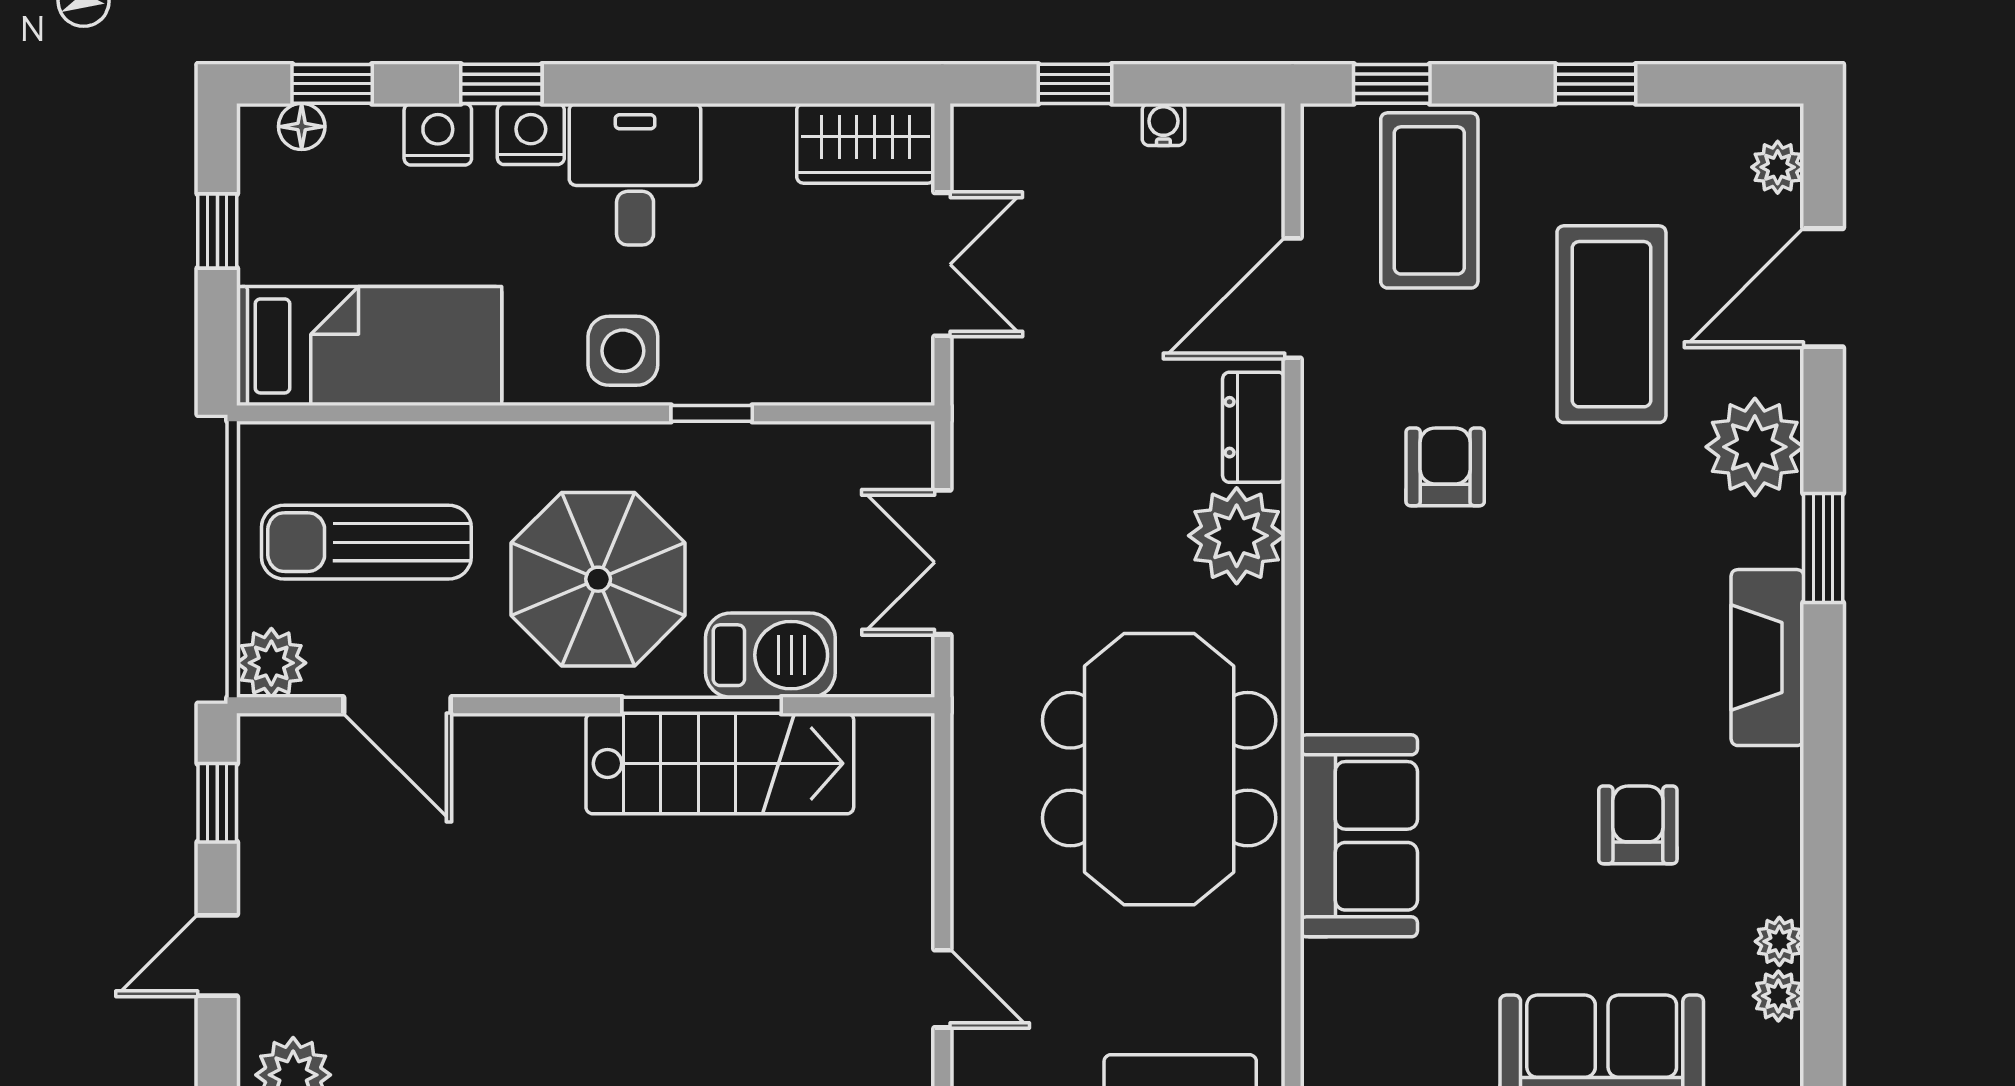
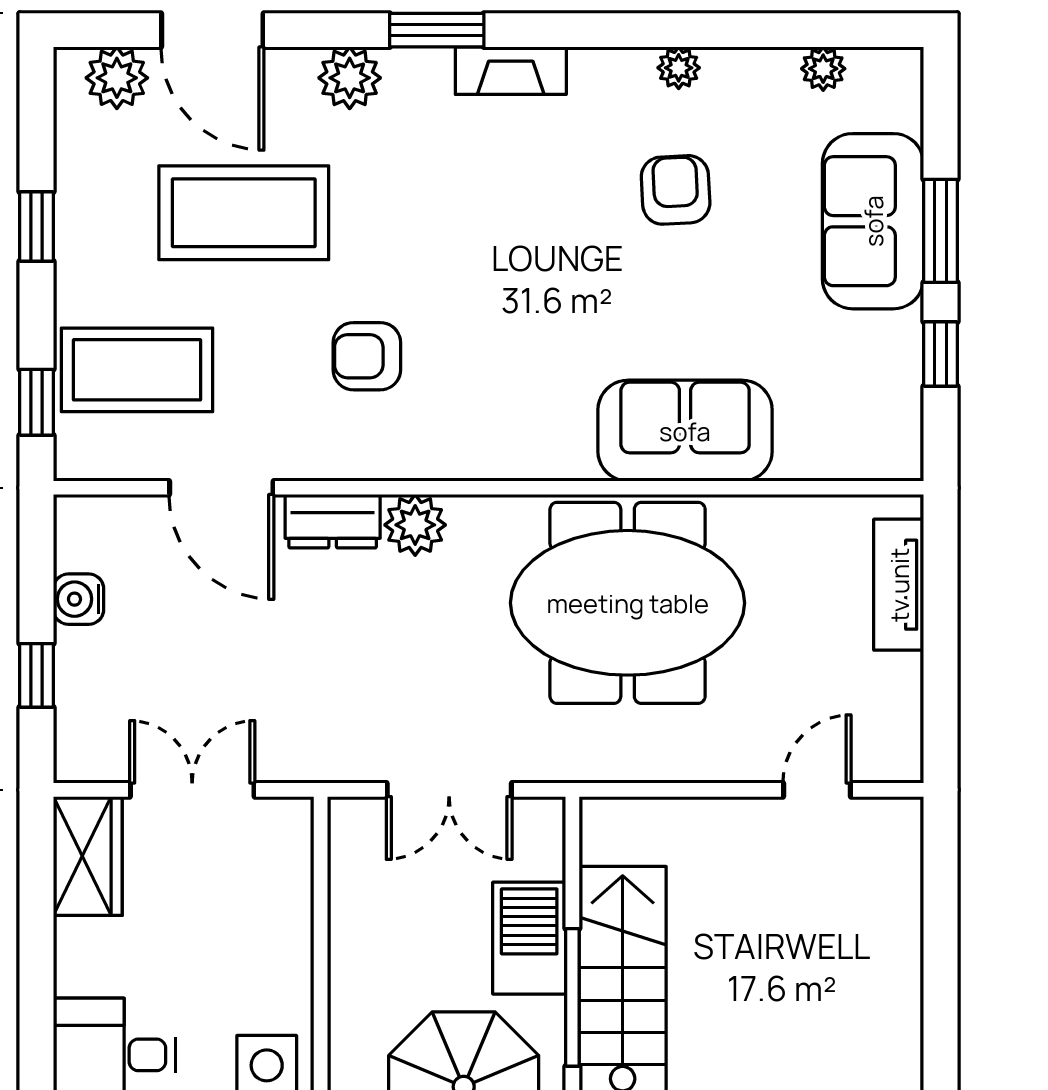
water cooler: (1163, 125) -> (79, 599), width x1.38, depth x1.38
plant: (1778, 167) -> (117, 78), width x1.38, depth x1.38
window: (712, 413) -> (321, 989), removed
plant: (1755, 447) -> (350, 78), width x0.73, depth x0.73
plant: (1237, 536) -> (415, 525), width x0.73, depth x0.73
fireplace: (1767, 658) -> (511, 71), width x0.73, depth x0.76
armchair: (1638, 825) -> (676, 190), turned 87
plant: (1779, 941) -> (679, 68), moved

